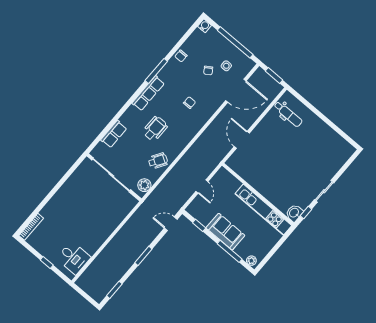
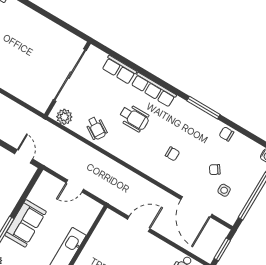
row of seats: (148, 93) -> (154, 90), moved
window: (199, 225) -> (28, 191), removed

